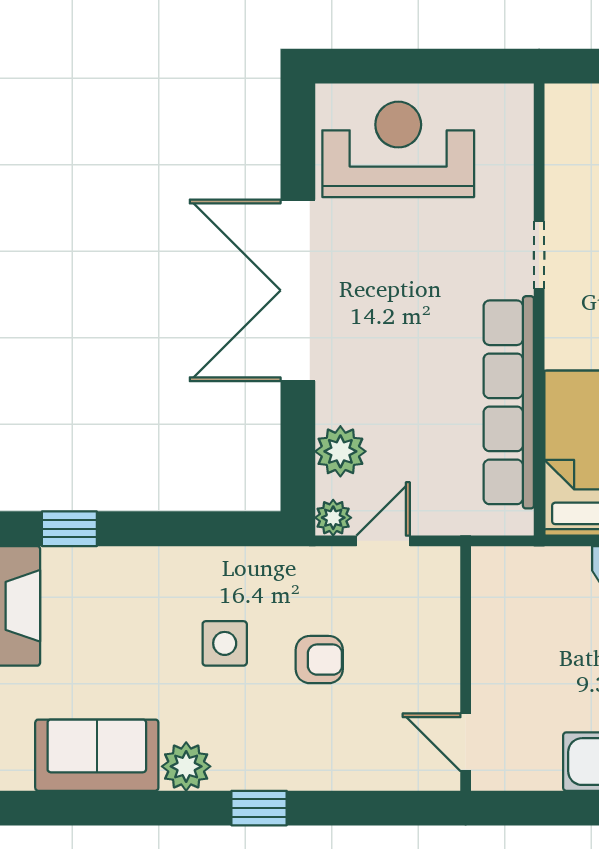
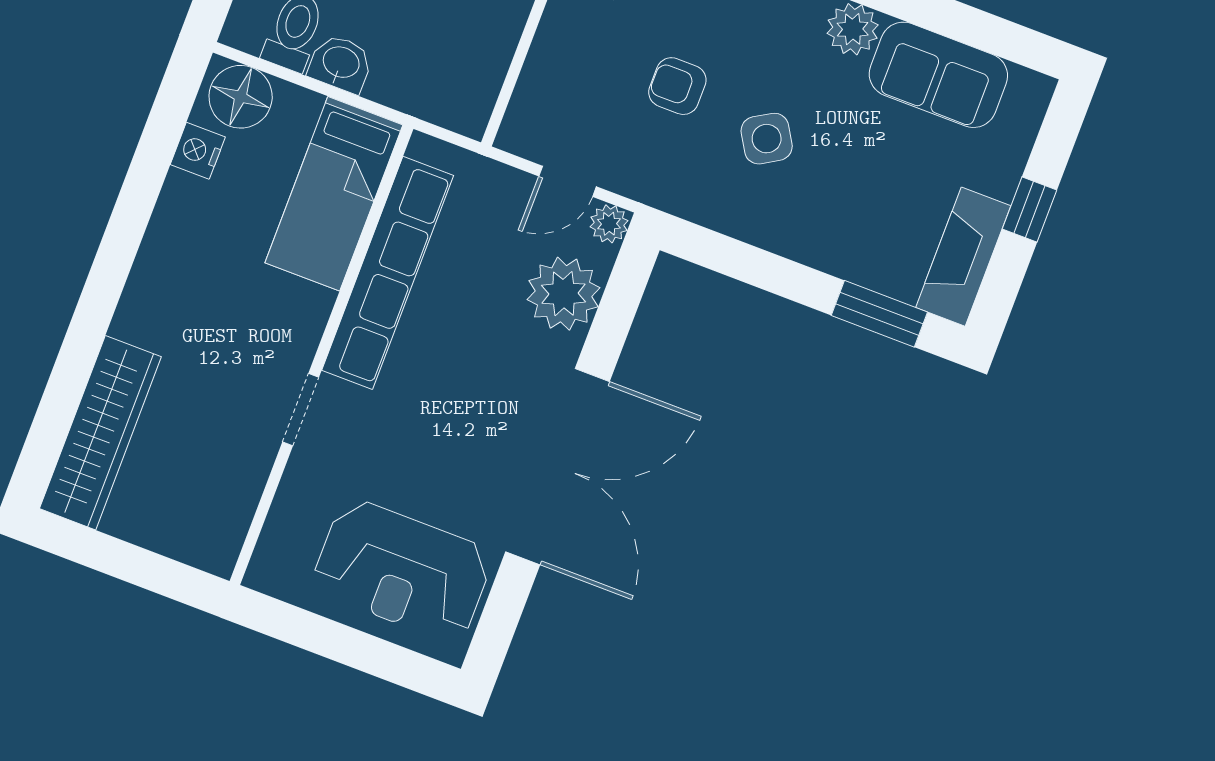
plant: (340, 451) -> (563, 294), width x1.36, depth x1.36
window: (69, 529) -> (879, 314), width x1.50
side table: (225, 643) -> (767, 139), turned -31

